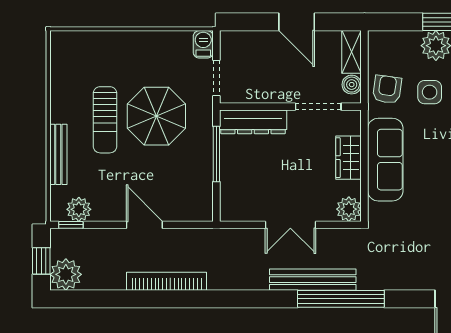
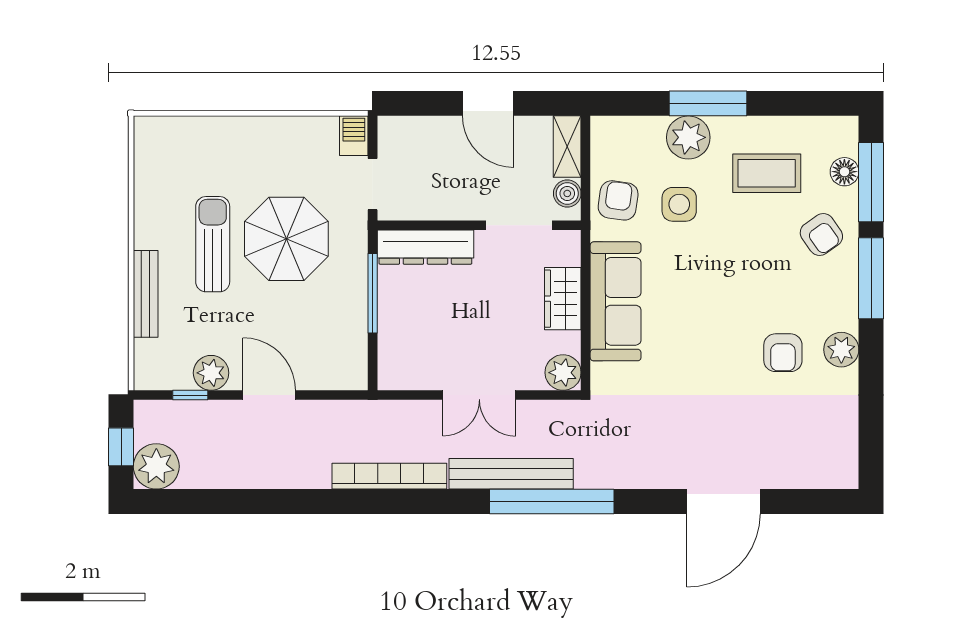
sun lounger: (105, 120) -> (213, 244), turned 180
plant: (79, 209) -> (211, 373), moved
window: (71, 225) -> (190, 395), moved
bookcase: (167, 281) -> (389, 476), moved

